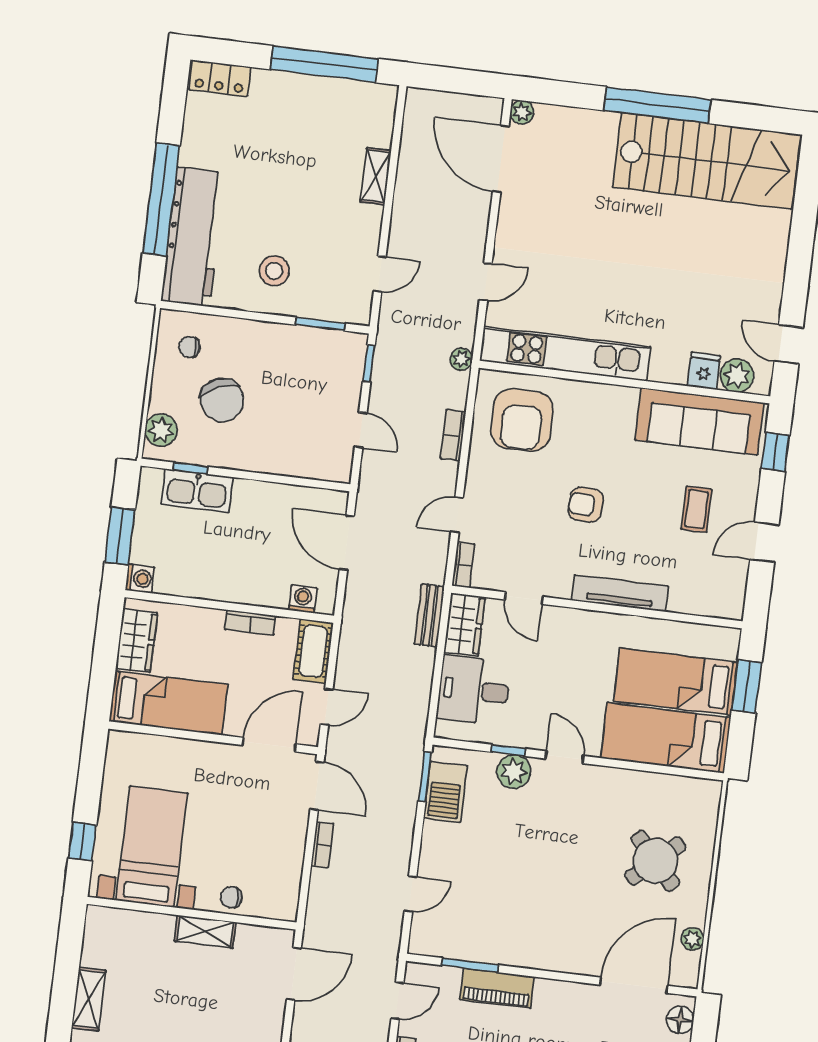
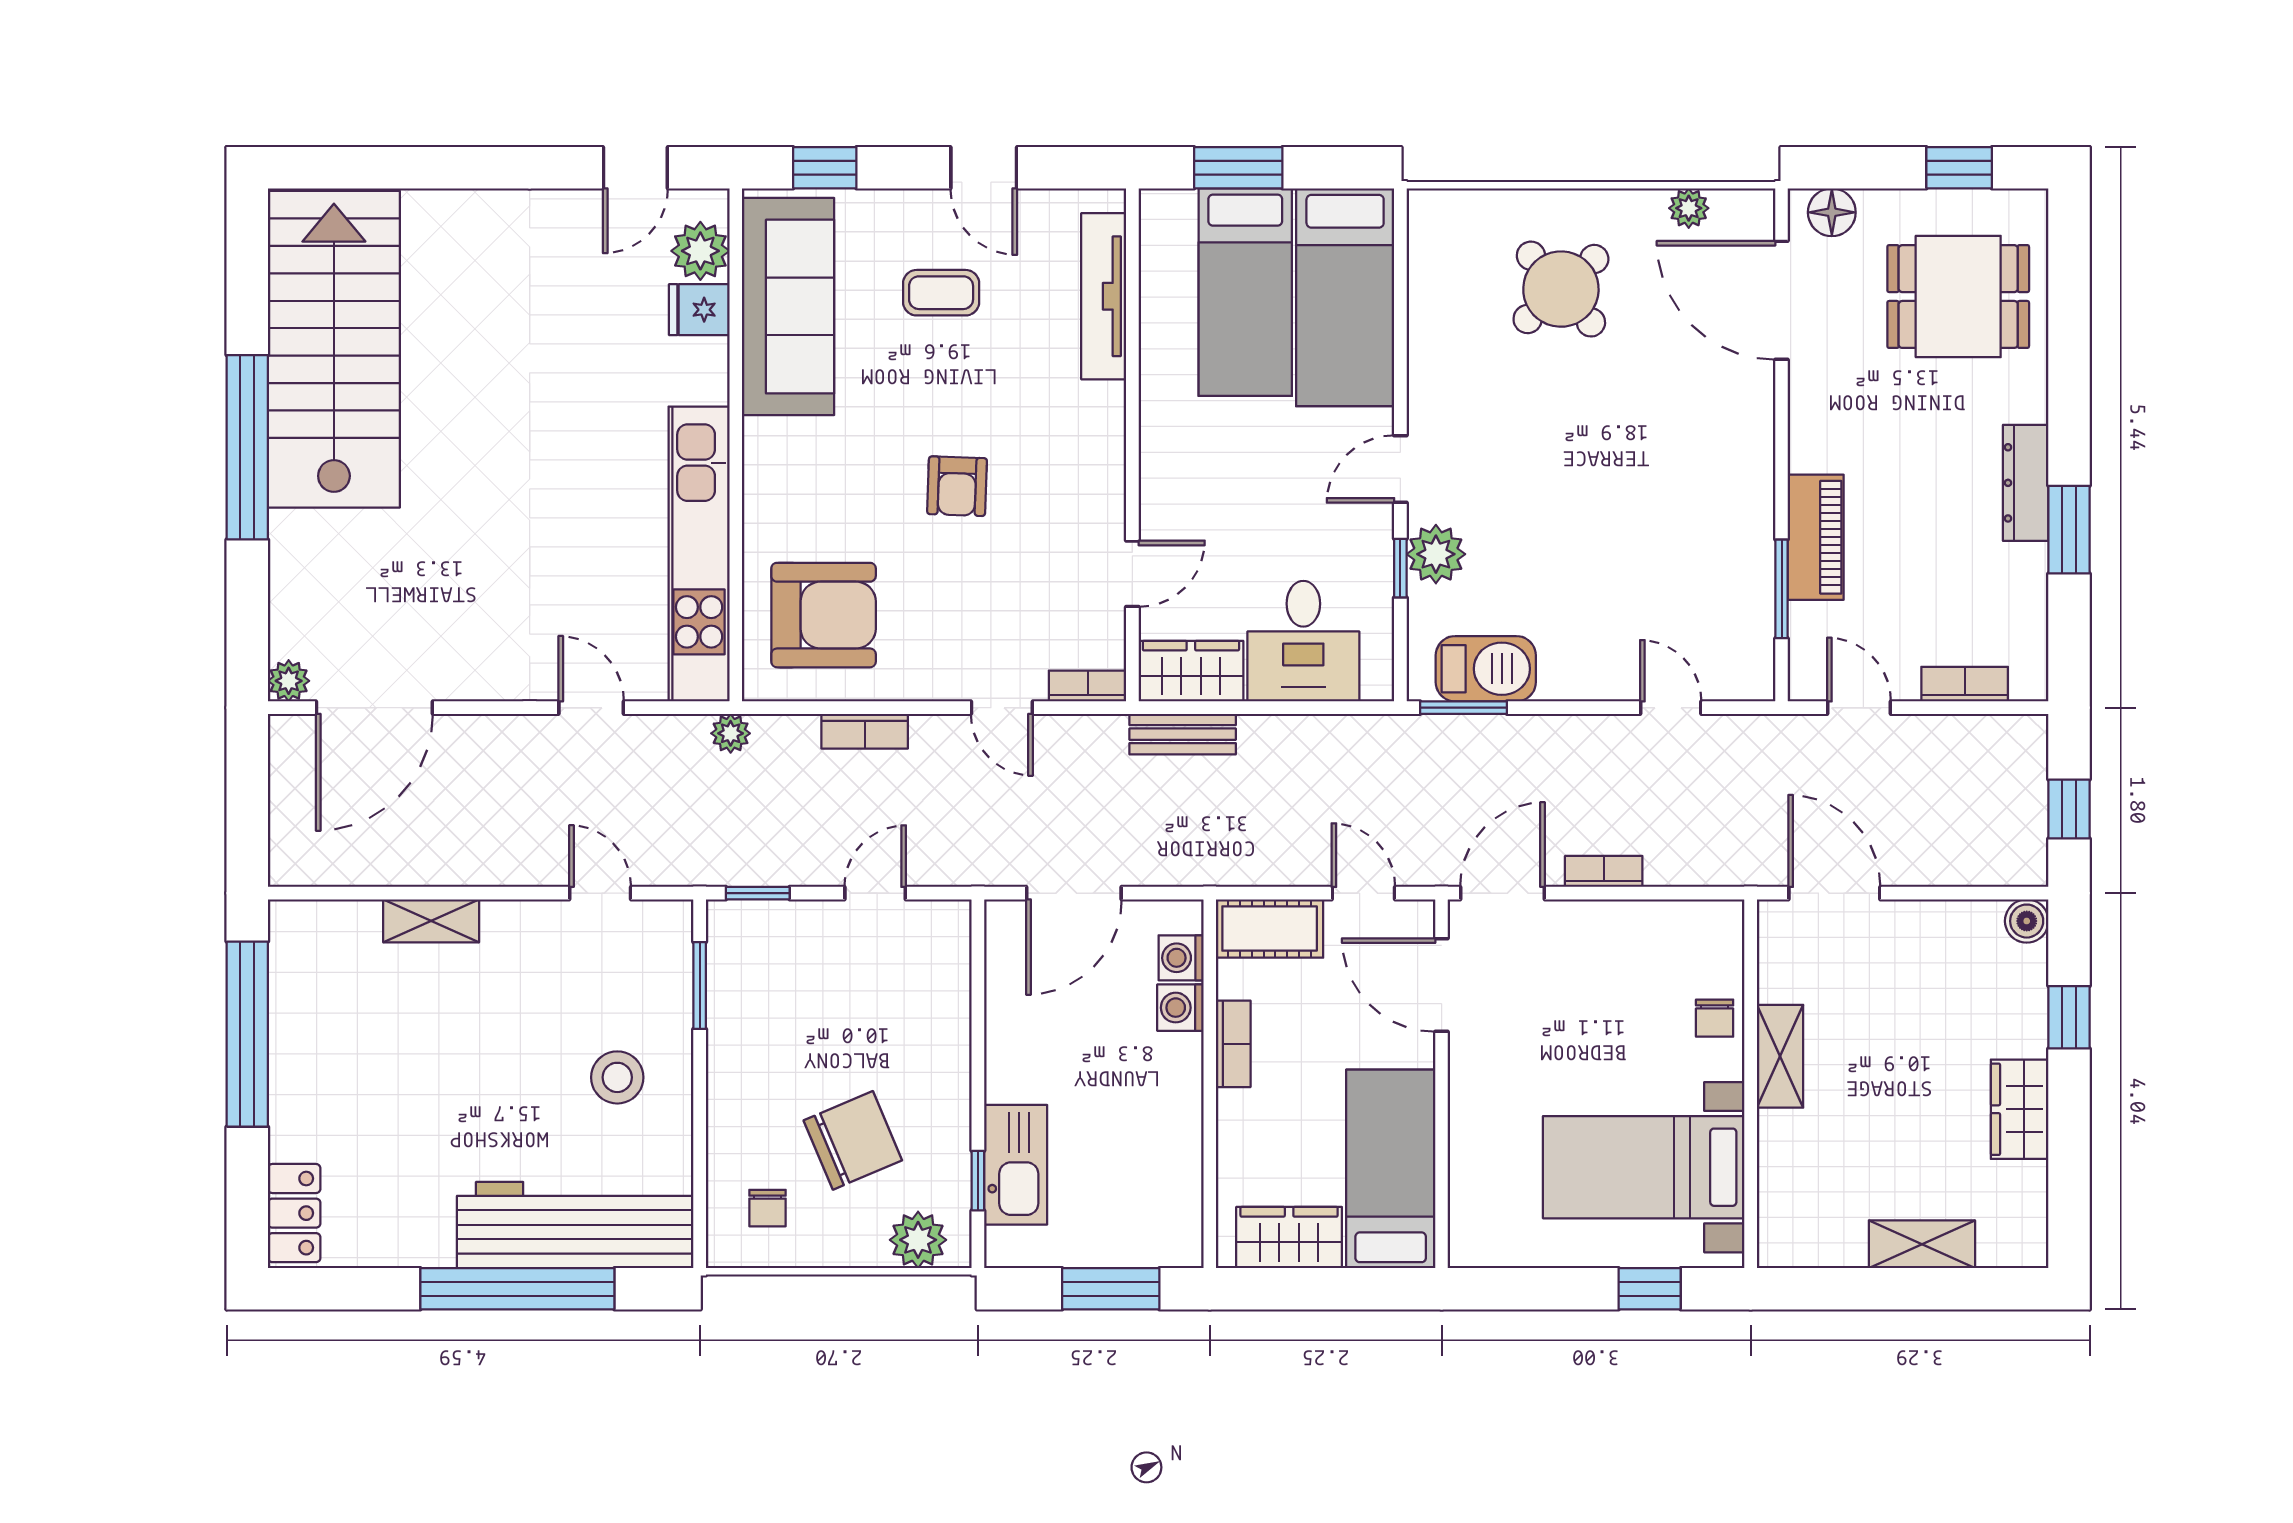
washing machine: (140, 579) -> (1180, 1008), moved, turned -90
tv unit: (620, 593) -> (1104, 296), moved

